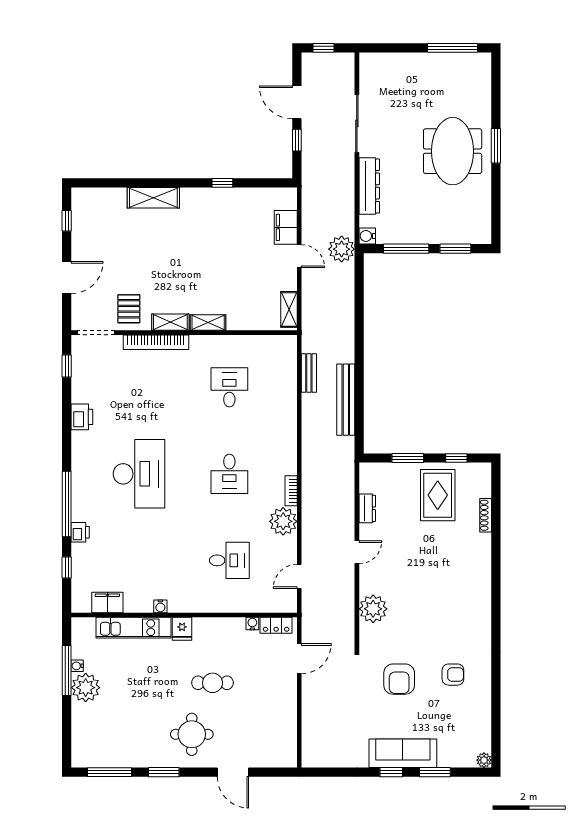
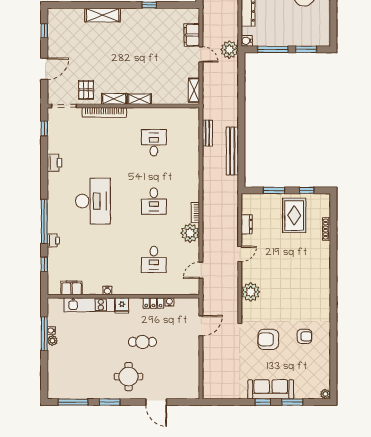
desk: (229, 560) -> (154, 259), turned 90
locker: (276, 625) -> (153, 303), moved
armchair: (399, 679) -> (268, 339), turned 90
plant: (86, 688) -> (52, 341), width x0.53, depth x0.53

